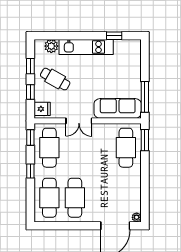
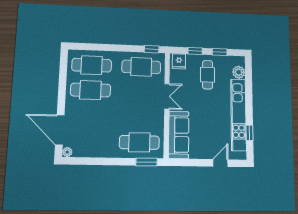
kitchen unit: (86, 47) -> (239, 115), width x1.36
door: (145, 66) -> (220, 163), added
cafe table: (55, 79) -> (208, 75), turned -30
window: (145, 97) -> (190, 163), removed
double door: (79, 121) -> (167, 96), swing flipped
window: (30, 171) -> (119, 48), removed

